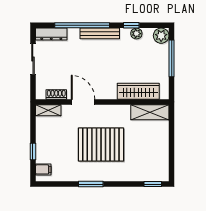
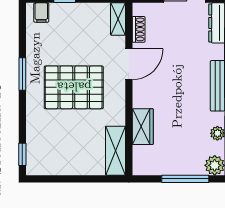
wardrobe: (138, 91) -> (143, 127), width x0.67
pallet: (101, 144) -> (74, 87), turned 90

